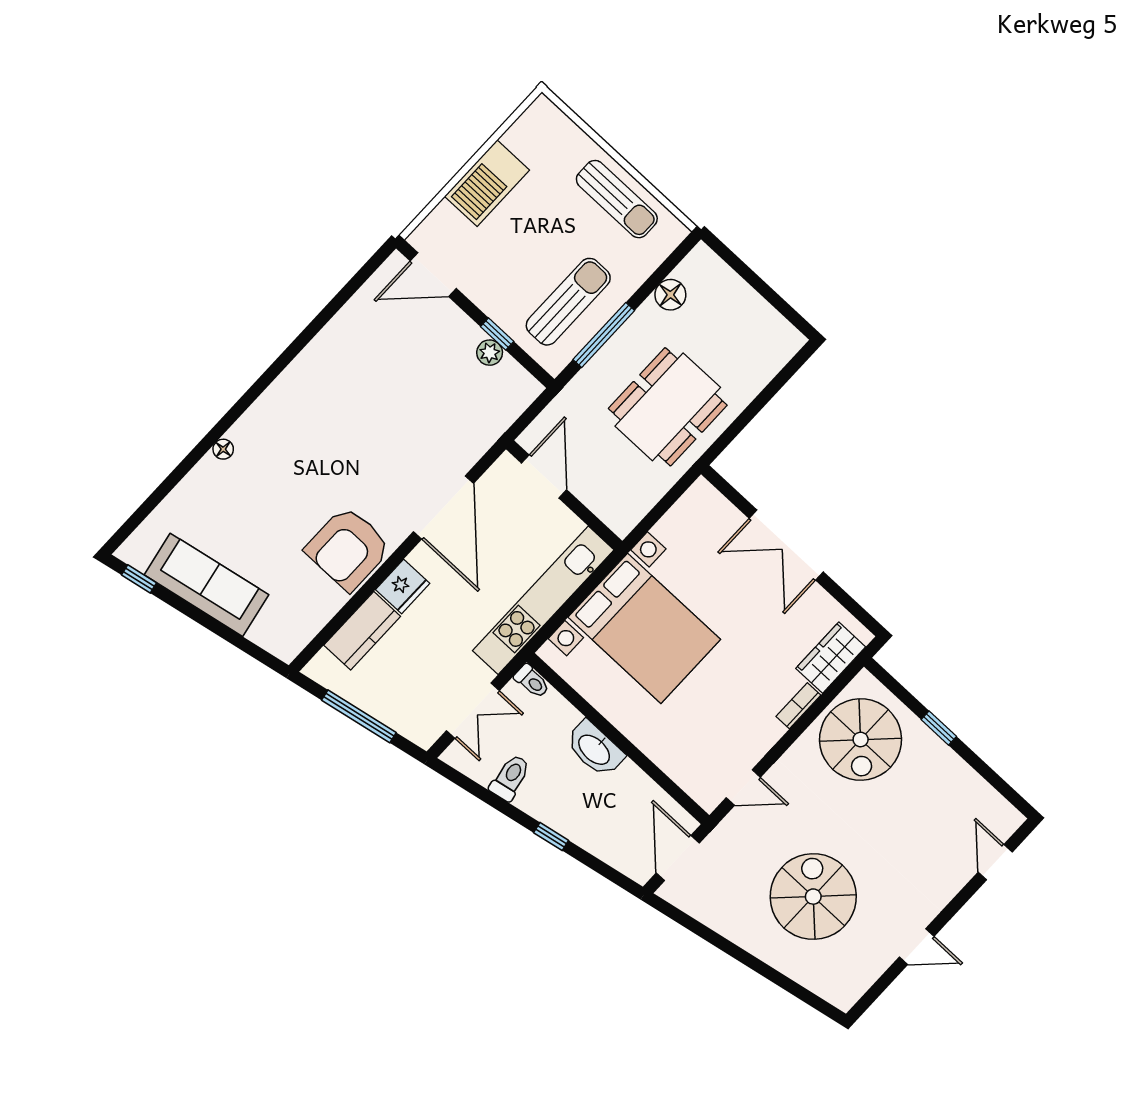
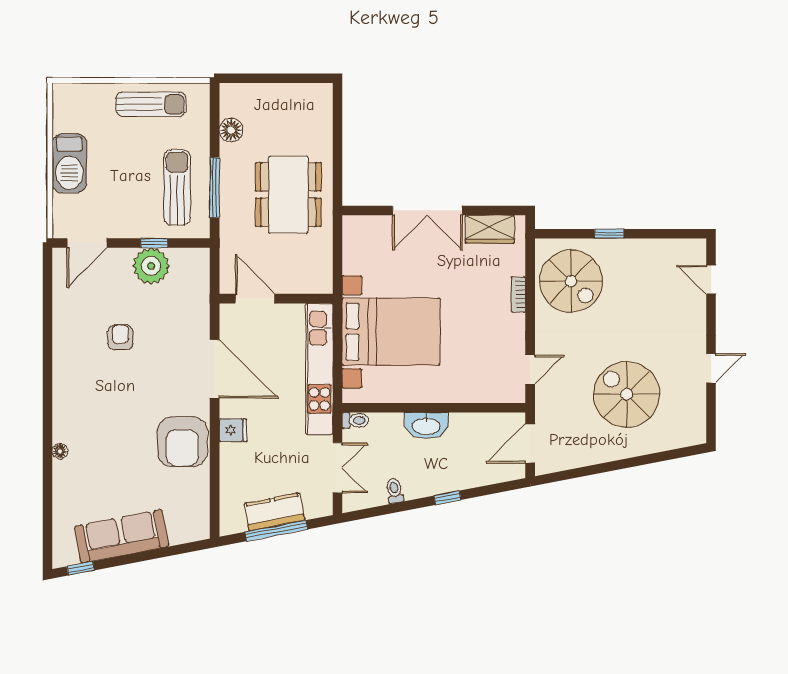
plant: (490, 353) -> (151, 266), width x1.88, depth x1.88
armchair: (382, 394) -> (120, 337), added
fridge: (403, 586) -> (233, 430), width x0.72
kitchen counter: (362, 631) -> (274, 512), moved, turned -101
wardrobe: (831, 658) -> (490, 229), moved, turned -90
toilet: (510, 778) -> (395, 491), width x0.73, depth x0.72
door: (678, 858) -> (530, 444), hinge flipped

